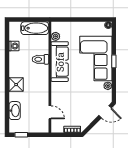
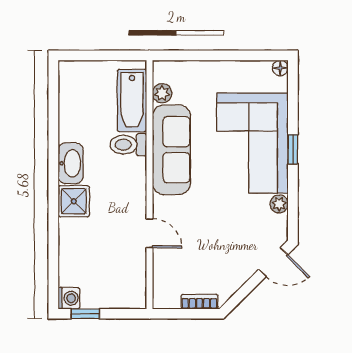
bathtub: (35, 28) -> (132, 100), moved, turned 90
washing machine: (14, 46) -> (69, 298), moved
washbasin: (15, 111) -> (71, 163), moved
door: (50, 112) -> (150, 233), moved

